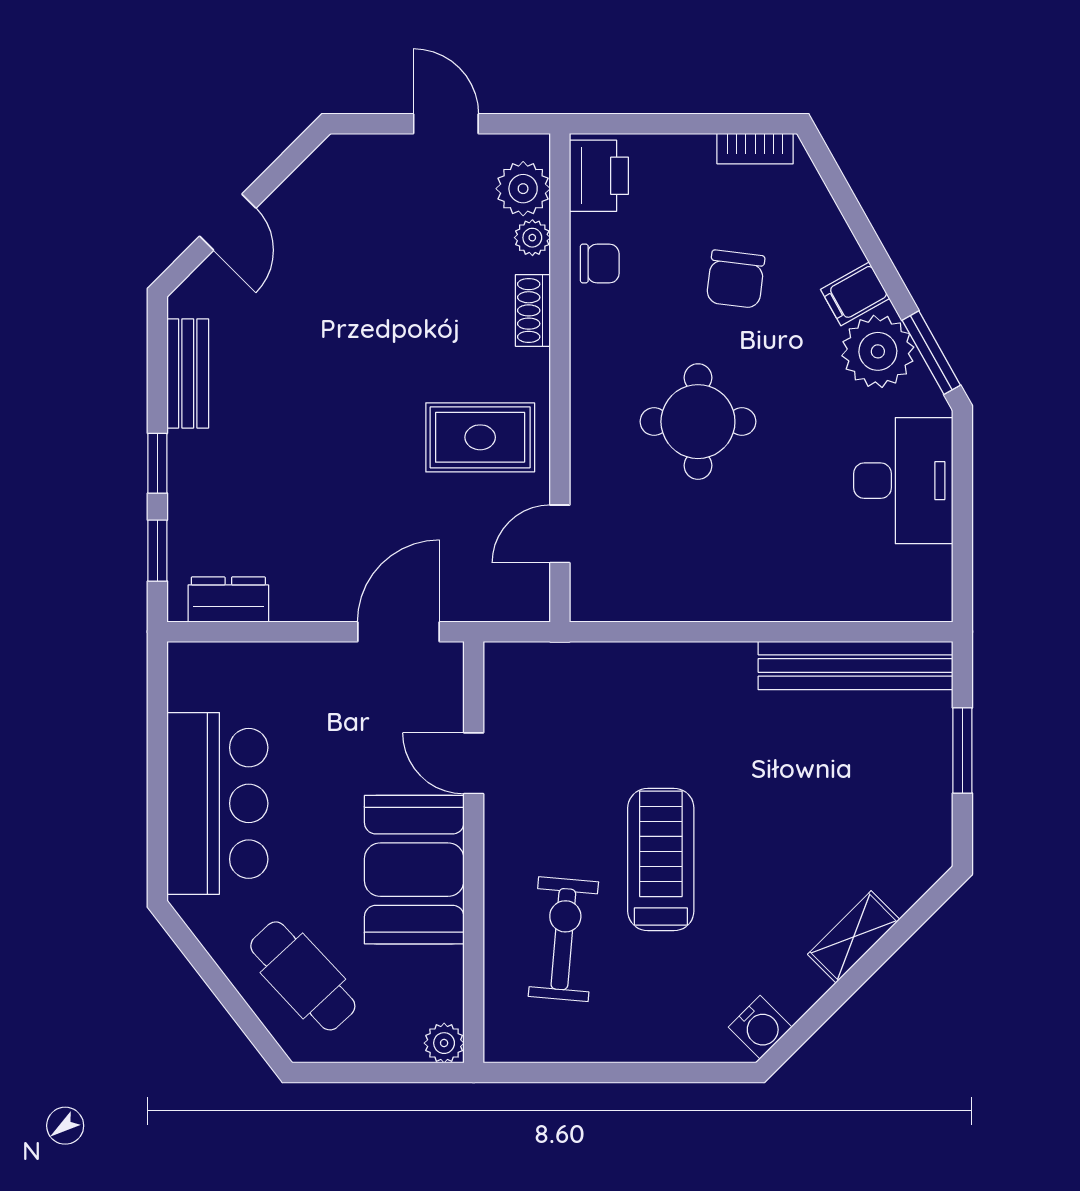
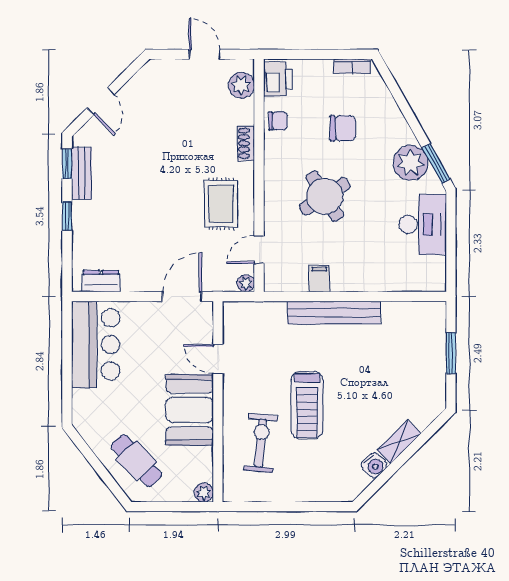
plant: (532, 238) -> (246, 283), moved
chair: (736, 279) -> (343, 128), turned -97
filing cabinet: (855, 294) -> (319, 278), moved, turned 119
round table: (698, 422) -> (325, 196), turned -32
rug: (480, 437) -> (221, 204), turned 90
window: (157, 551) -> (67, 164), moved
bench: (855, 665) -> (334, 313), moved
bar counter: (217, 803) -> (96, 344), moved
treadmill: (661, 860) -> (307, 405), turned 180
water cooler: (760, 1027) -> (374, 465), moved

